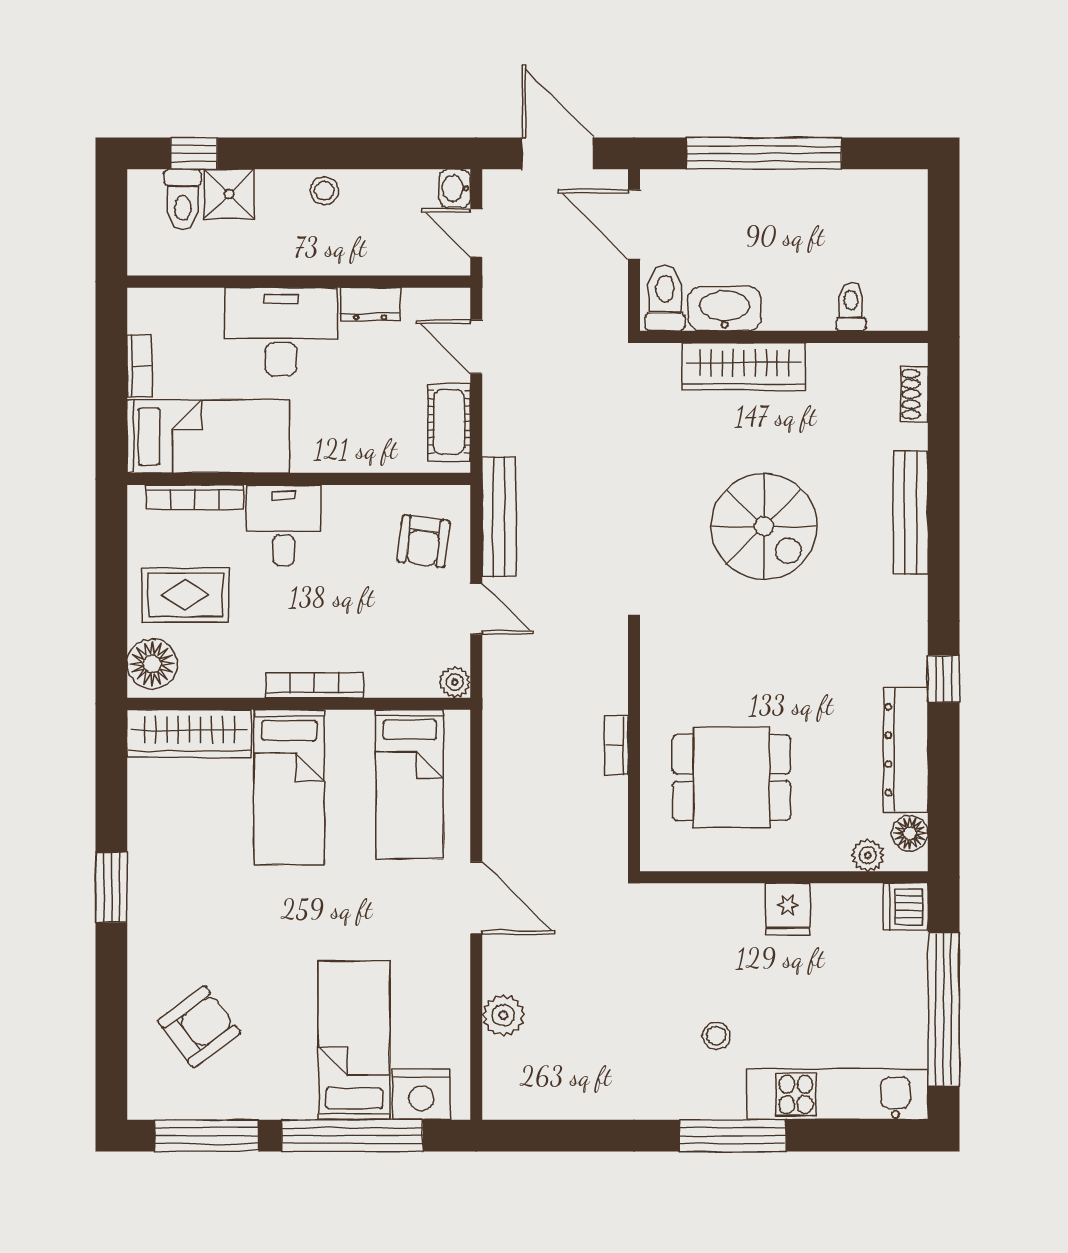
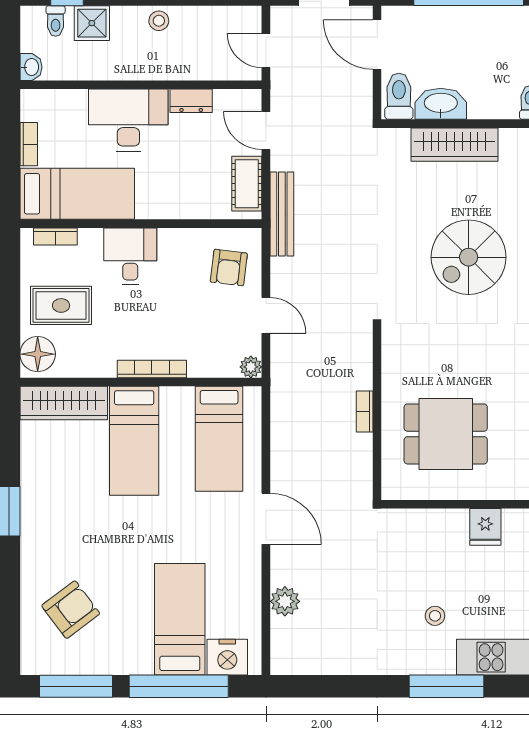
washbasin: (455, 188) -> (31, 67), moved, turned 180
toilet: (183, 199) -> (56, 21), width x0.73, depth x0.72
bookcase: (195, 497) -> (55, 237), width x0.64
bench: (499, 517) -> (282, 214), moved
spiral stairs: (764, 526) -> (469, 257), turned 90

